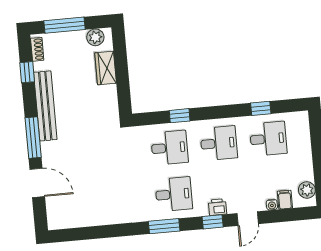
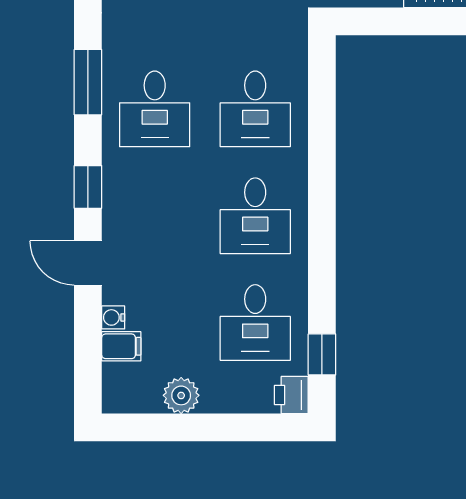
window: (261, 108) -> (322, 354), moved
window: (180, 116) -> (322, 137), removed
plant: (307, 190) -> (181, 395), moved
printer: (217, 207) -> (291, 395), moved, turned 180

